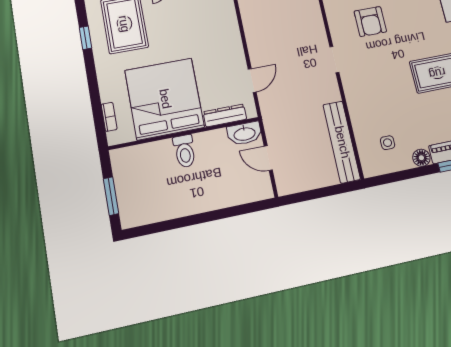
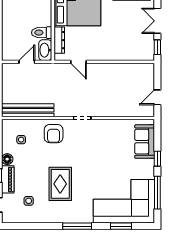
armchair: (370, 21) -> (54, 134), moved, turned -90
toilet: (185, 151) -> (42, 33), moved

